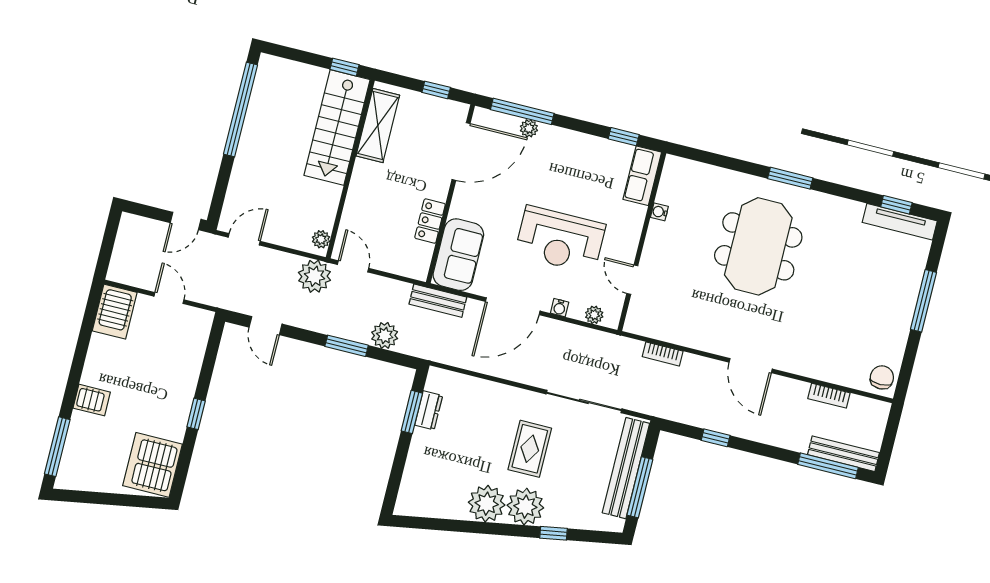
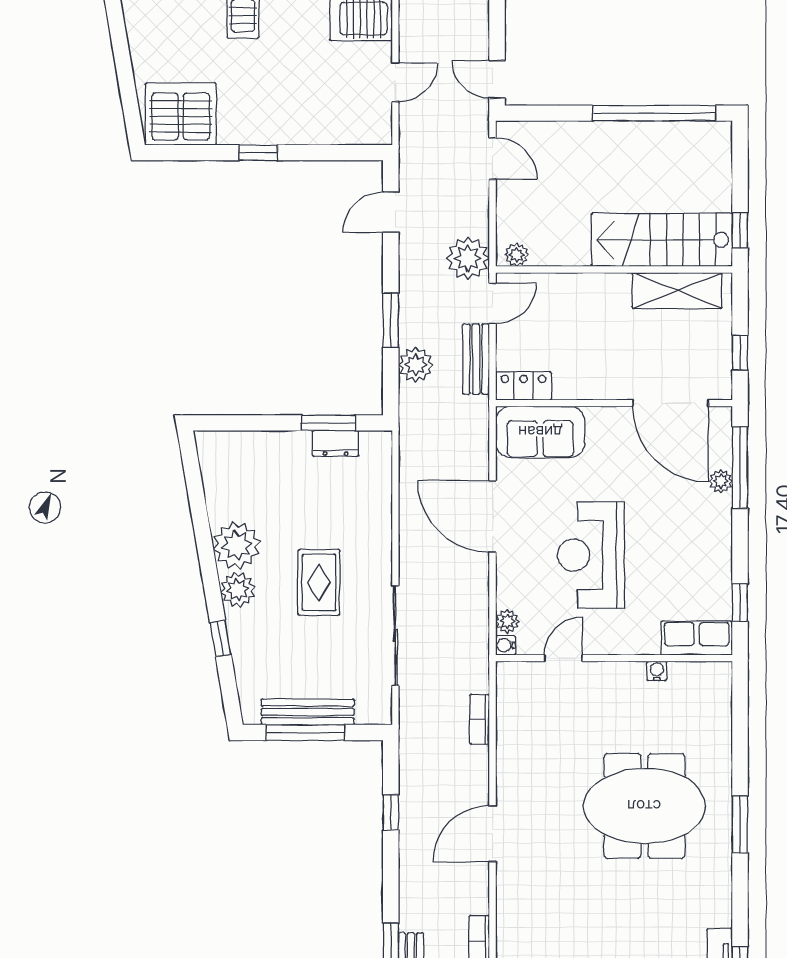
locker: (430, 221) -> (524, 386), moved
bench: (438, 301) -> (476, 359), moved
water cooler: (560, 308) -> (505, 645), moved
rug: (530, 449) -> (319, 582), turned 90
bench: (626, 468) -> (308, 712), width x0.73, depth x0.82
plant: (525, 507) -> (238, 590), width x0.73, depth x0.73

